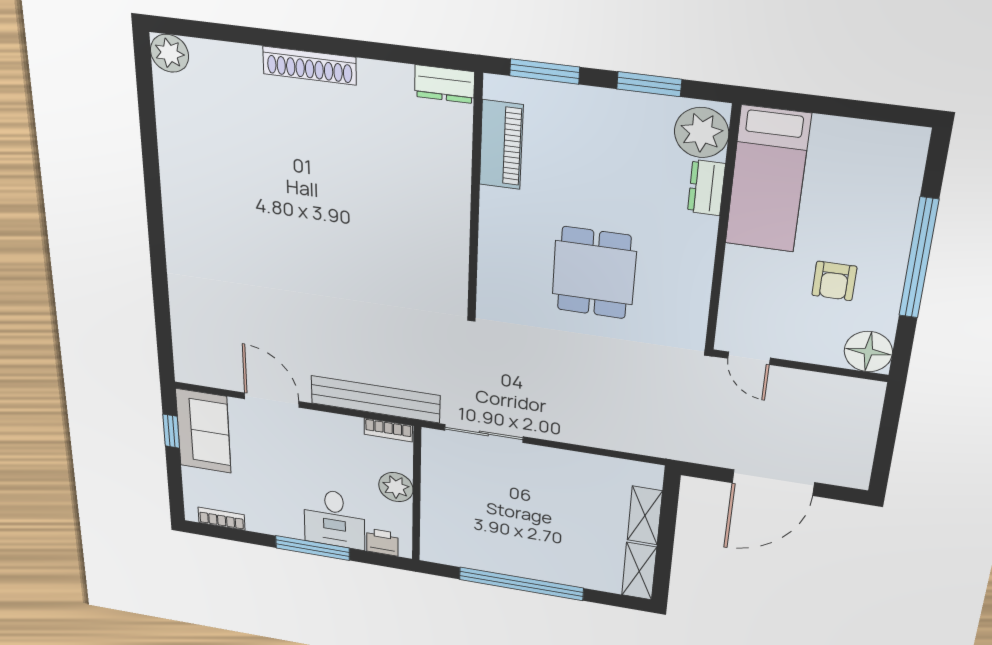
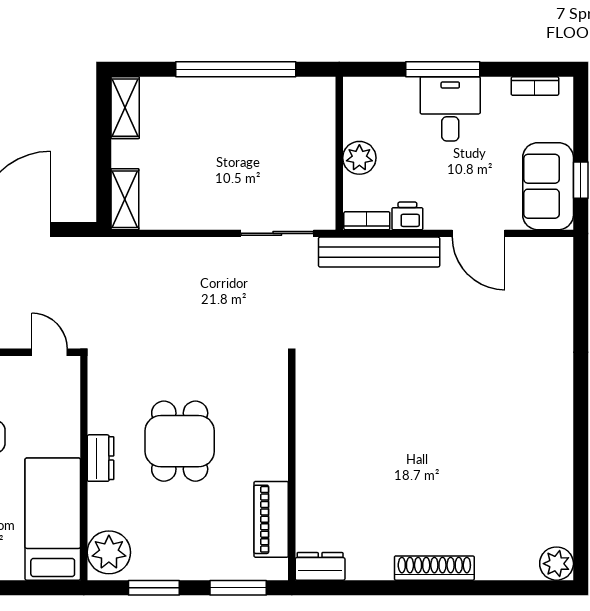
dresser: (706, 188) -> (101, 458), moved
dining table: (594, 273) -> (180, 441), moved
shelving: (645, 516) -> (125, 199), moved
desk: (334, 519) -> (450, 109), moved
printer: (382, 542) -> (407, 216), moved, turned 180

